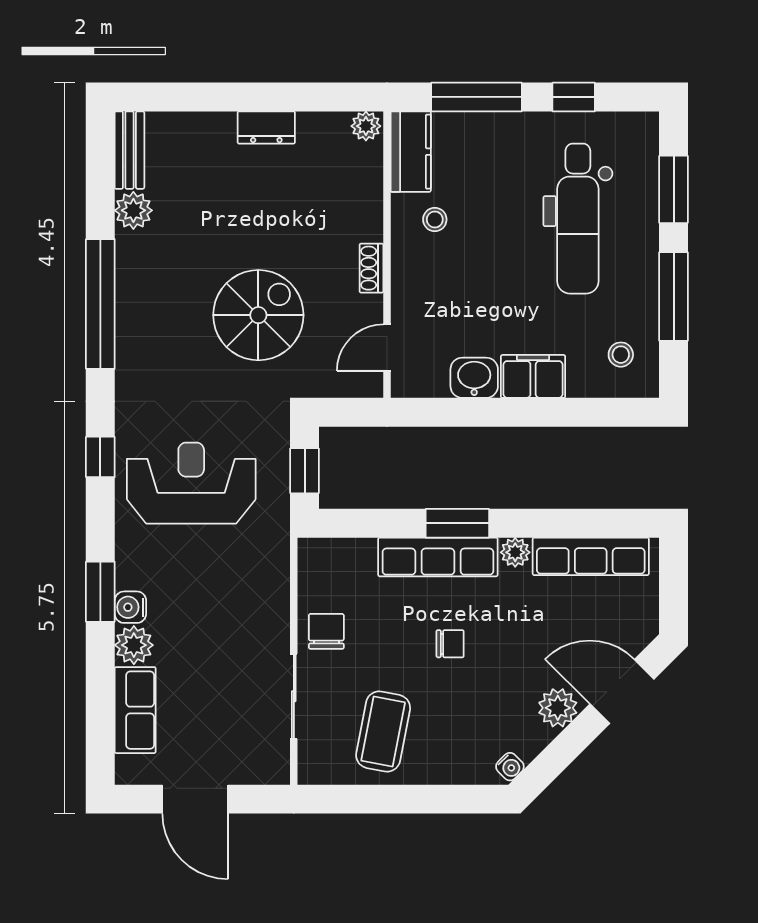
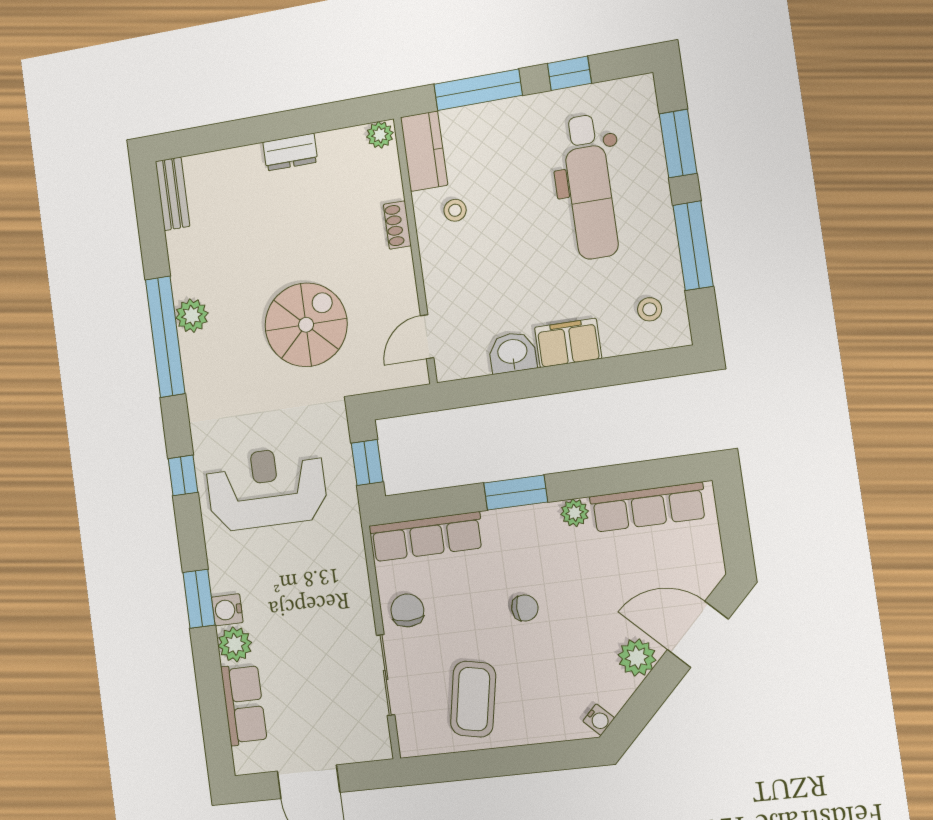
plant: (133, 210) -> (192, 316), moved
shoe rack: (371, 268) -> (397, 225), moved
row of seats: (438, 557) -> (426, 537), moved

